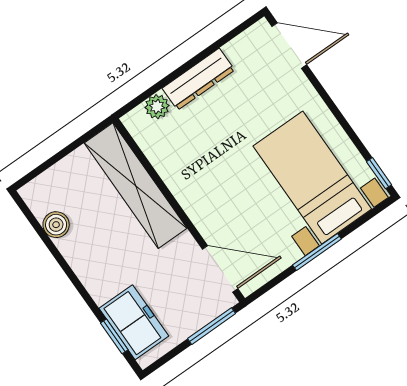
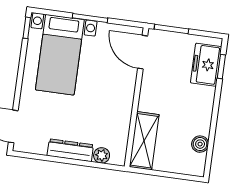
shelving: (136, 186) -> (144, 141), width x0.68

